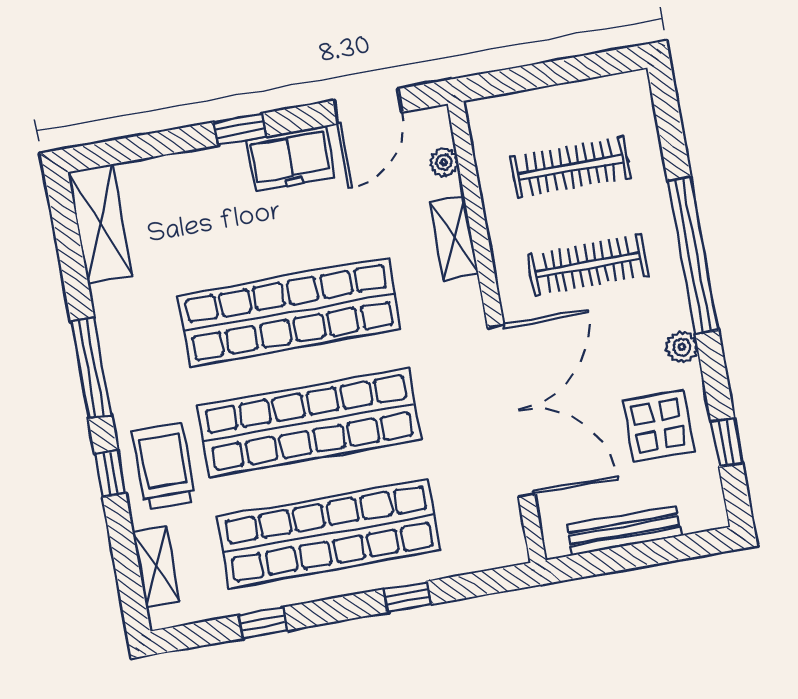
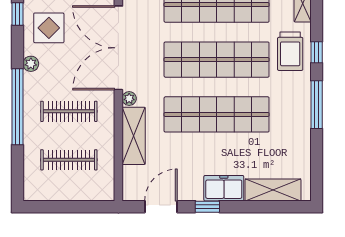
window: (240, 129) -> (207, 207), moved
freezer: (290, 159) -> (224, 188), moved
plant: (444, 162) -> (129, 99), moved
shelving: (100, 224) -> (273, 190), moved, turned 90
shelving: (454, 238) -> (134, 136), width x1.50, depth x1.33

